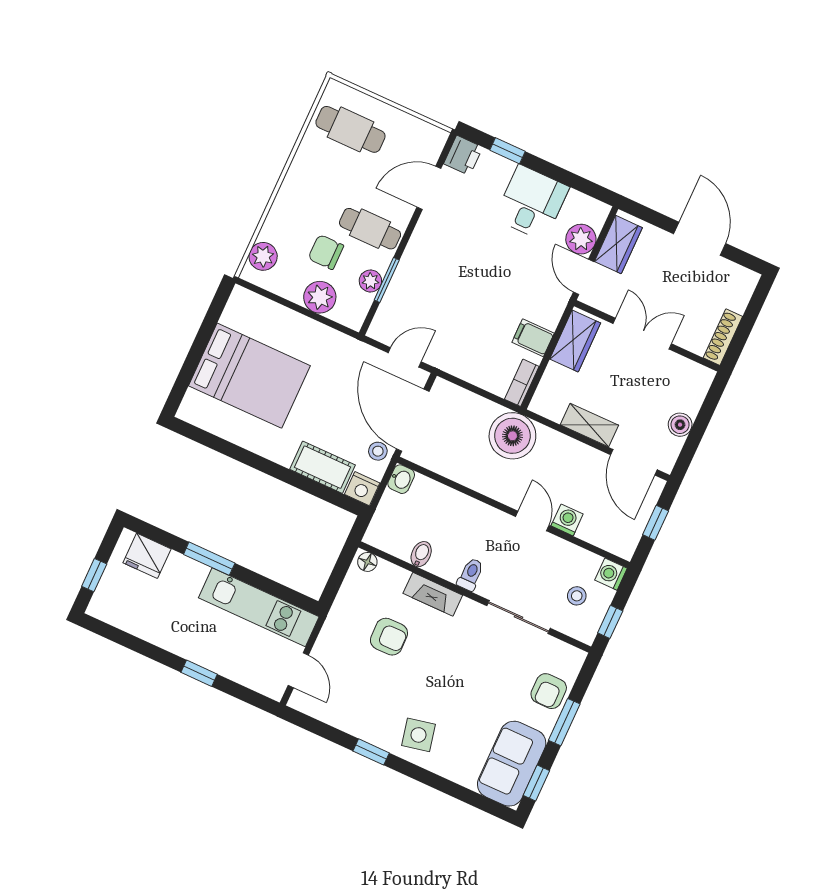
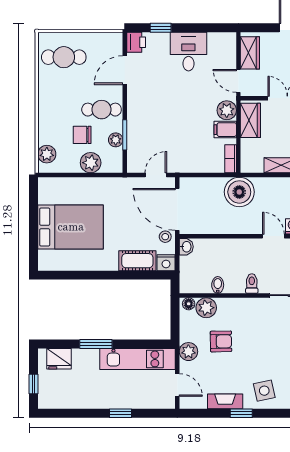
plant: (581, 239) -> (227, 110), moved
plant: (390, 579) -> (206, 308), added
fireplace: (433, 594) -> (225, 401), moved, turned 180
plant: (336, 630) -> (188, 352), added

